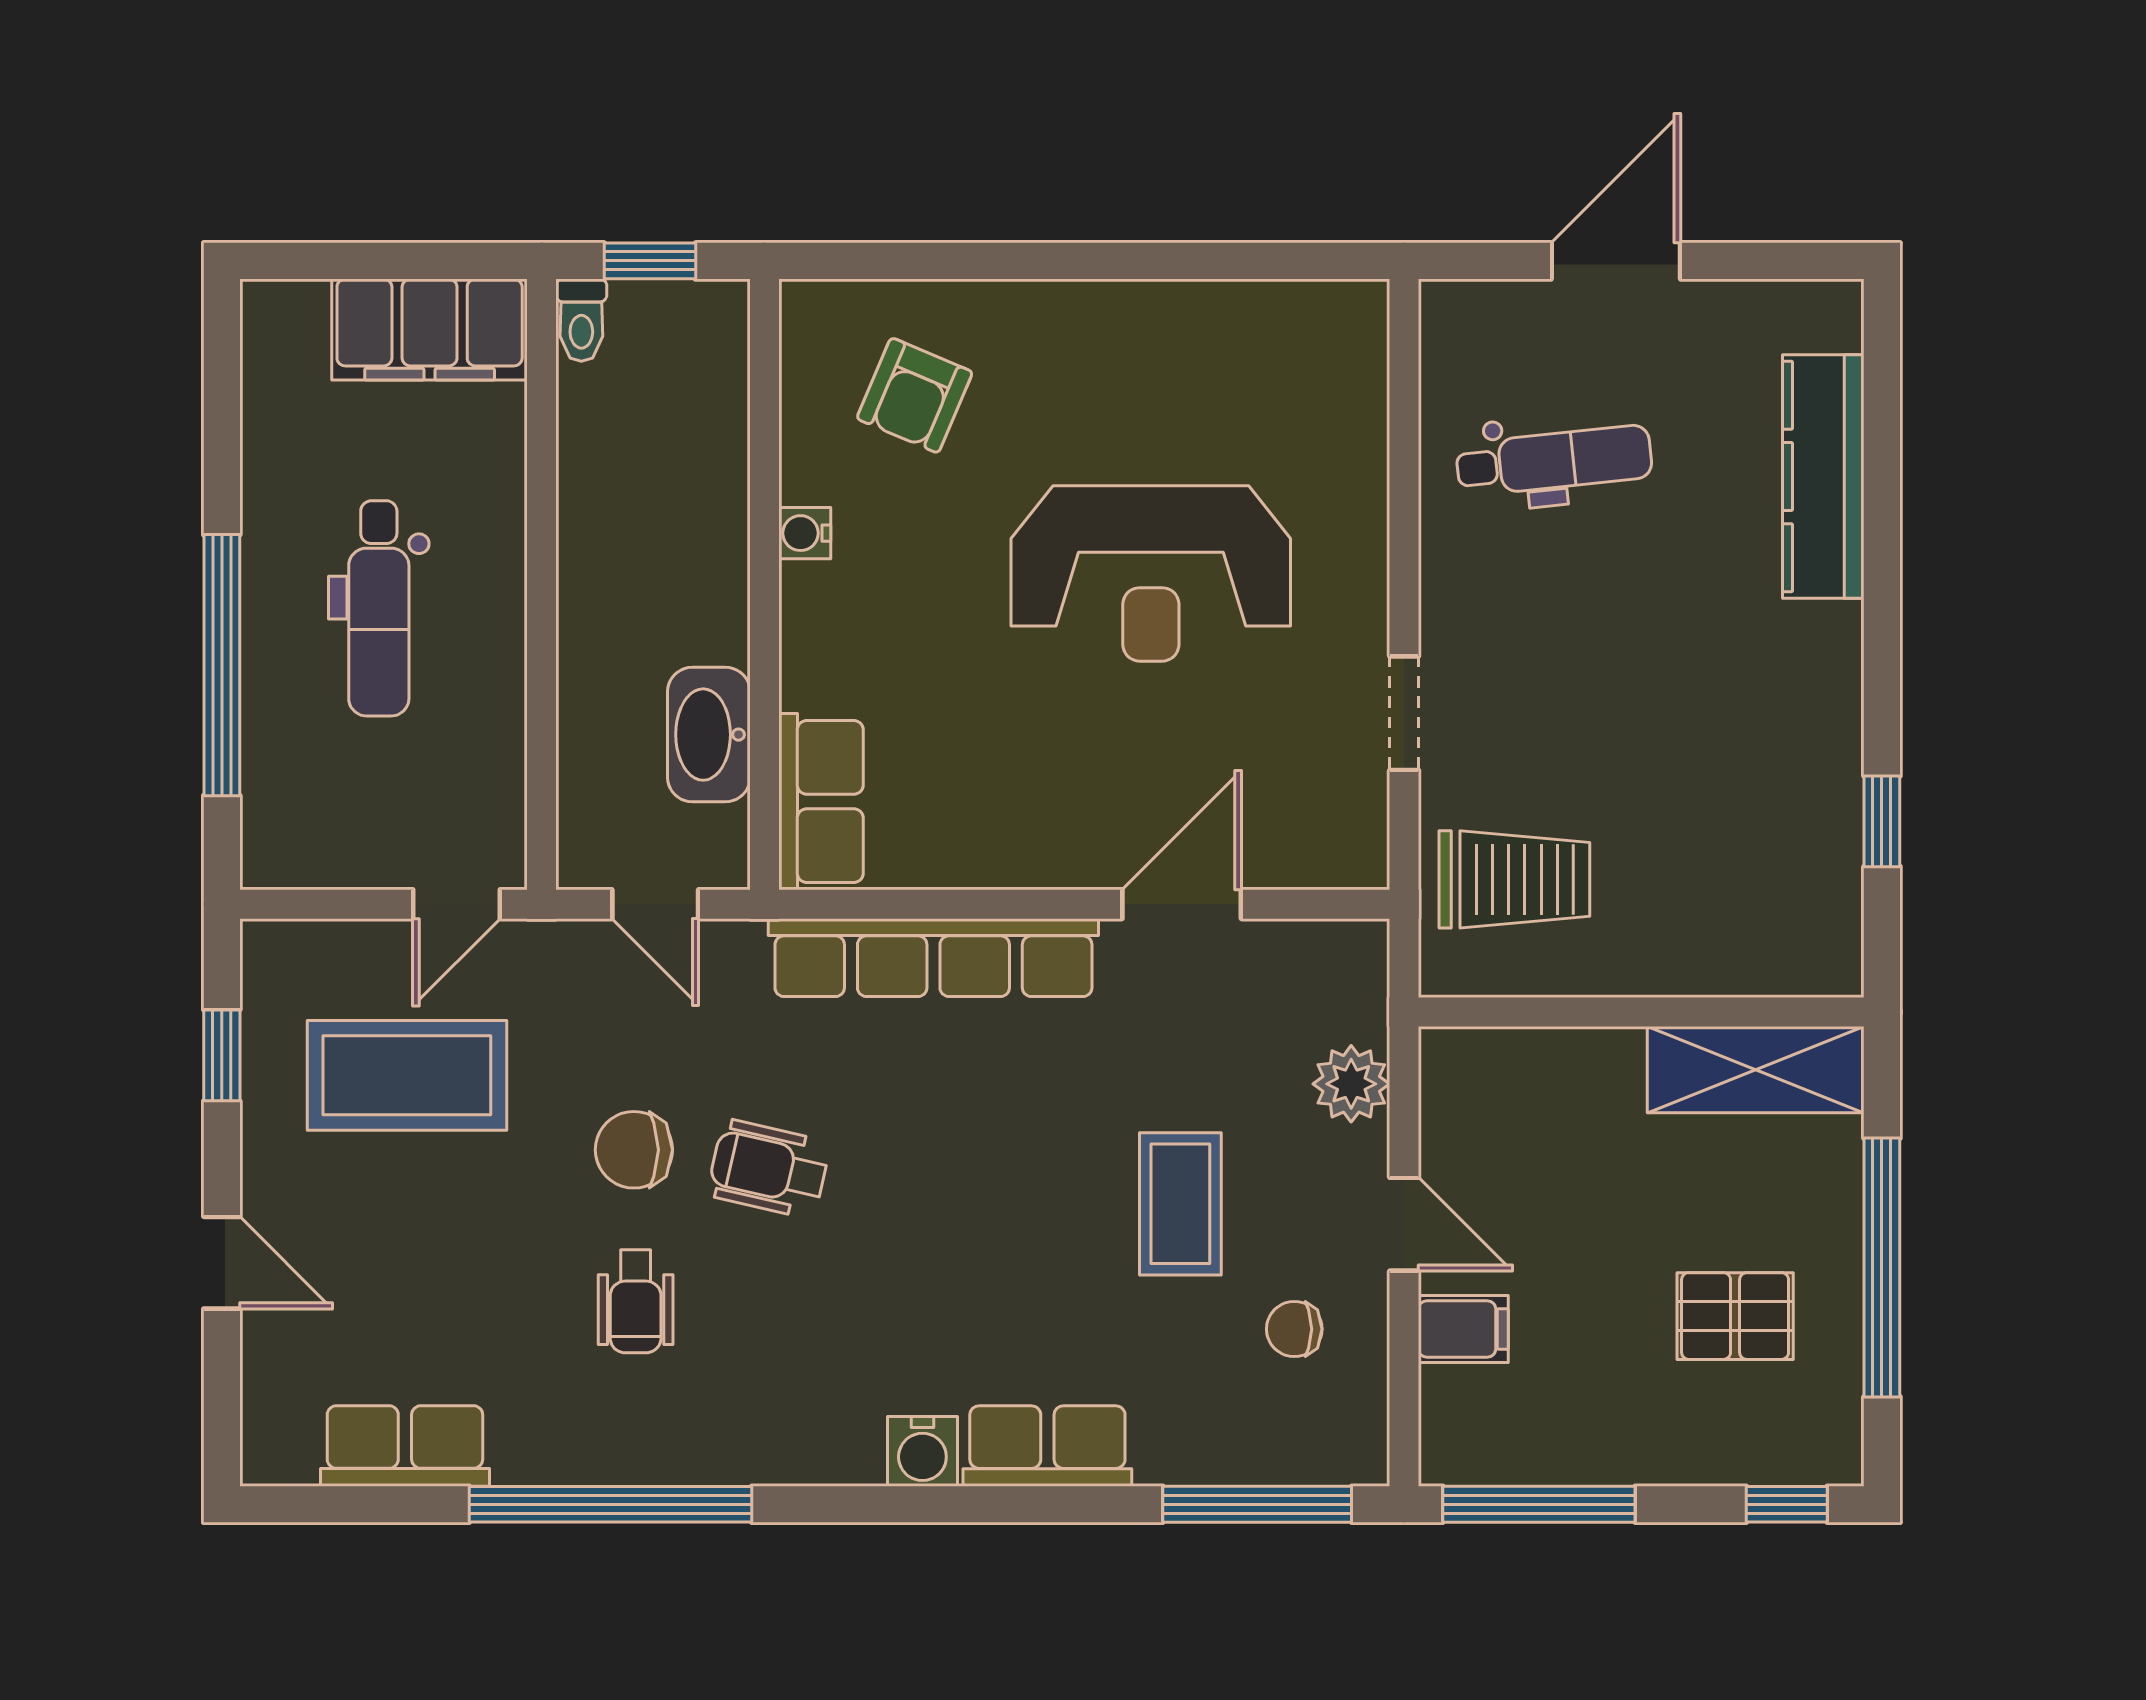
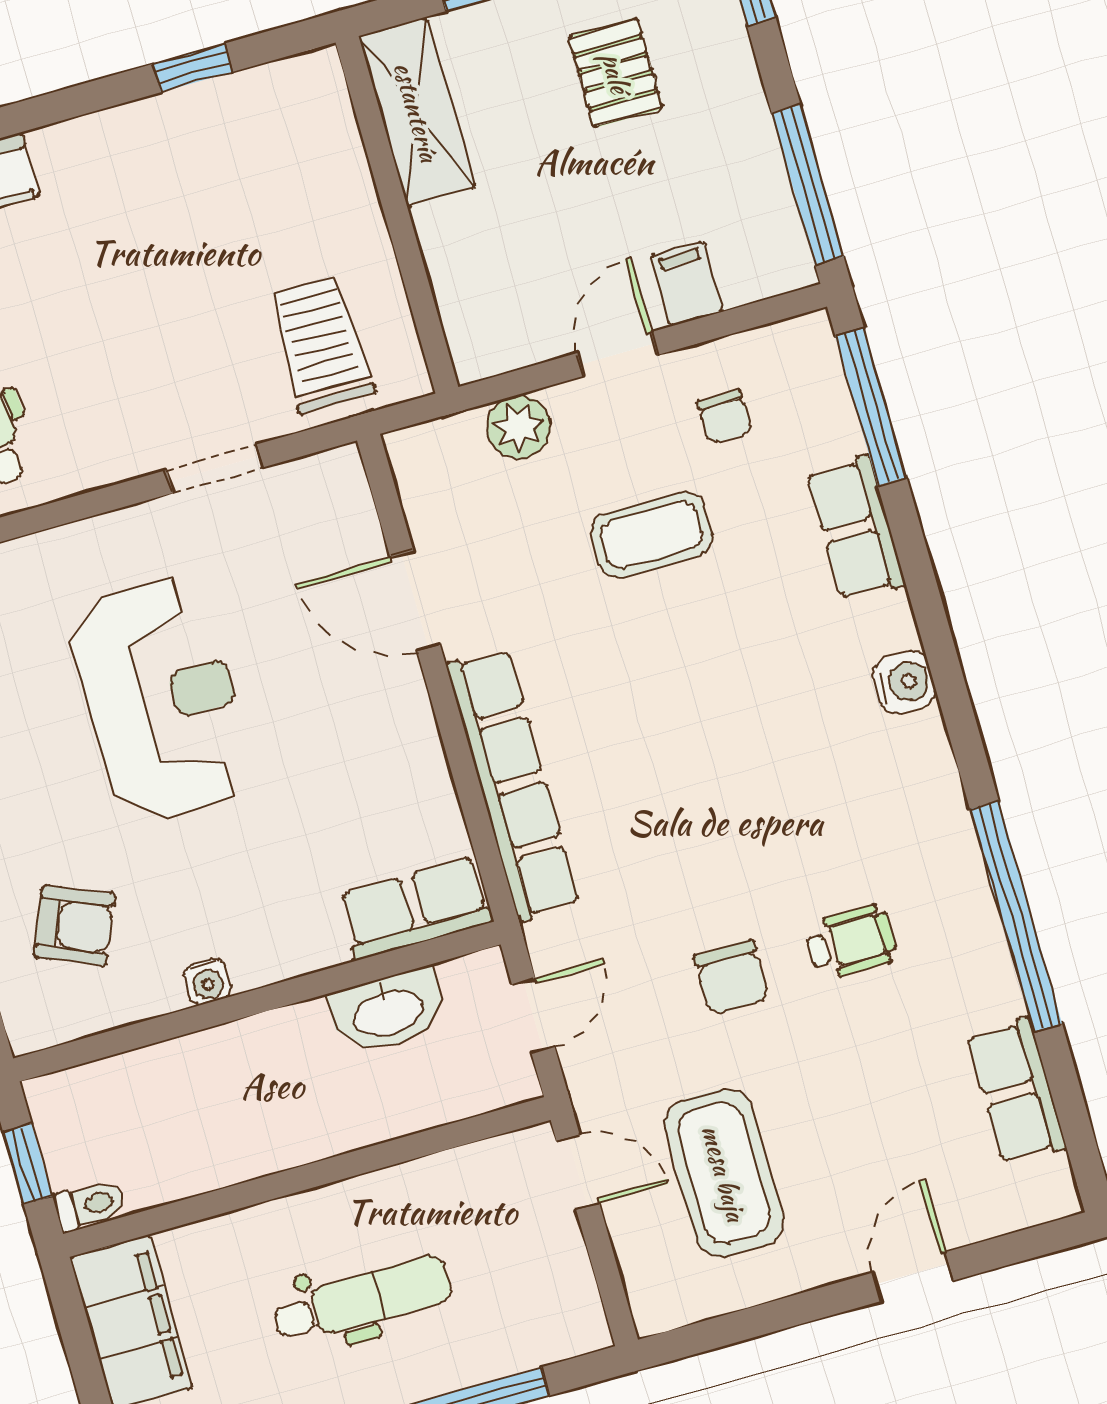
window: (222, 1055) -> (750, 1323), removed
wheelchair: (769, 1169) -> (716, 867), removed
row of seats: (1047, 1446) -> (856, 528), moved

